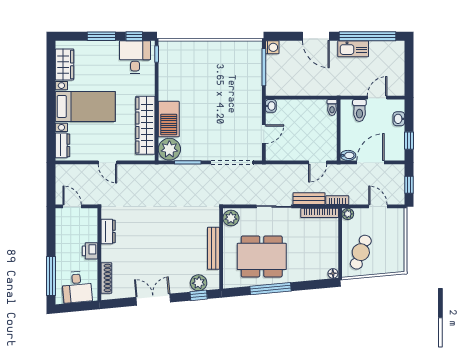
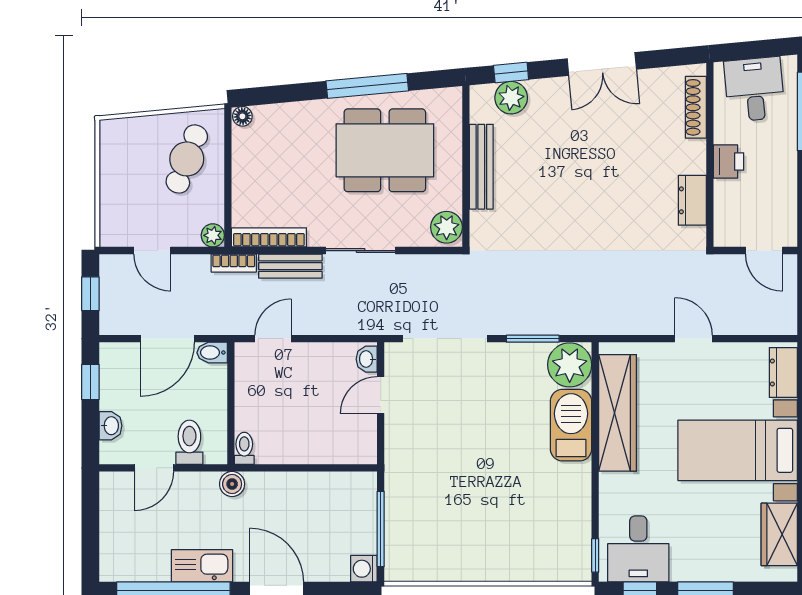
boiler: (338, 90) -> (232, 484), added
washbasin: (271, 106) -> (367, 359), moved

